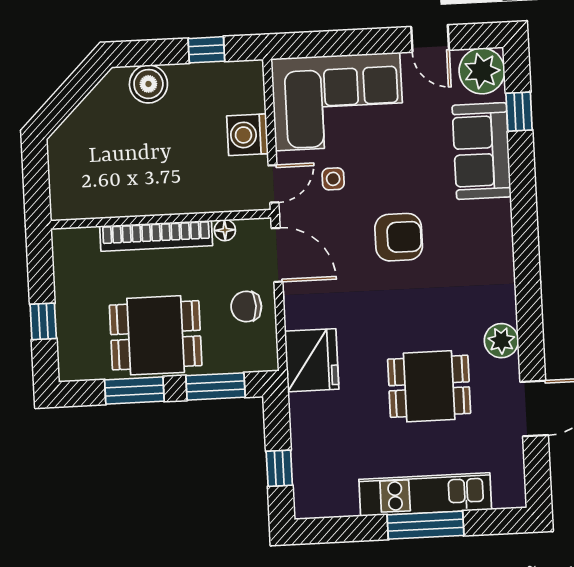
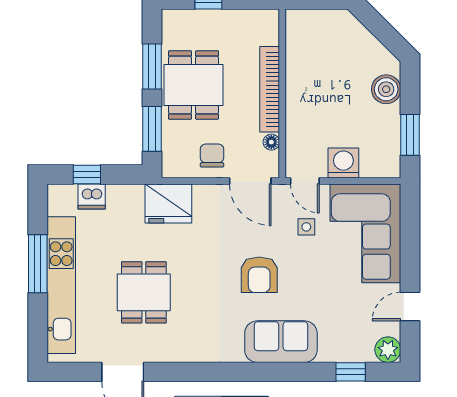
window: (206, 50) -> (410, 135), width x1.50
plant: (482, 71) -> (388, 350), width x0.73, depth x0.73
sofa: (482, 151) -> (281, 342), moved
door: (277, 255) -> (250, 181), hinge flipped
plant: (501, 341) -> (176, 349), removed
dishwasher: (308, 461) -> (92, 196), added
kitchen unit: (425, 494) -> (61, 285), width x1.36
window: (425, 525) -> (38, 264), moved

